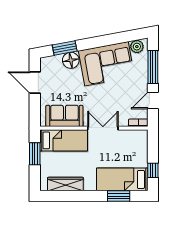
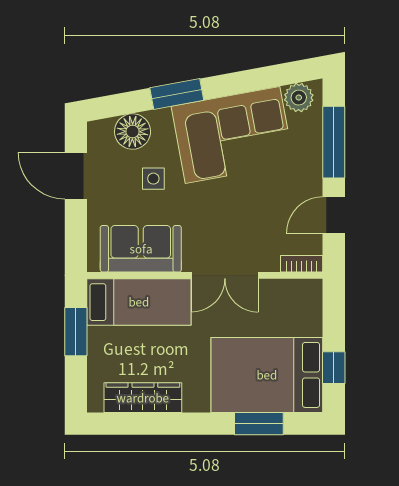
window: (65, 48) -> (177, 94), moved
floor lamp: (71, 60) -> (133, 132), moved
side table: (70, 84) -> (153, 179), added
double door: (103, 128) -> (225, 275), swing flipped
bed: (122, 179) -> (267, 375), width x1.50

